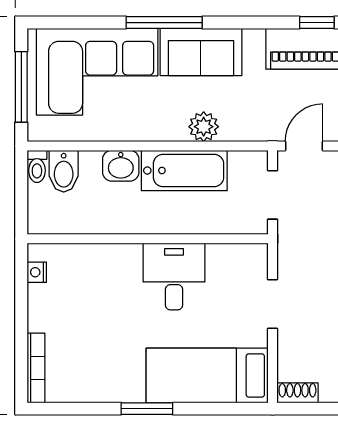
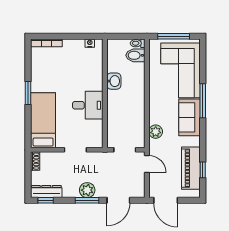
plant: (204, 127) -> (156, 132), moved
washbasin: (121, 166) -> (114, 81), moved, turned 180
bathtub: (184, 170) -> (136, 110), removed

